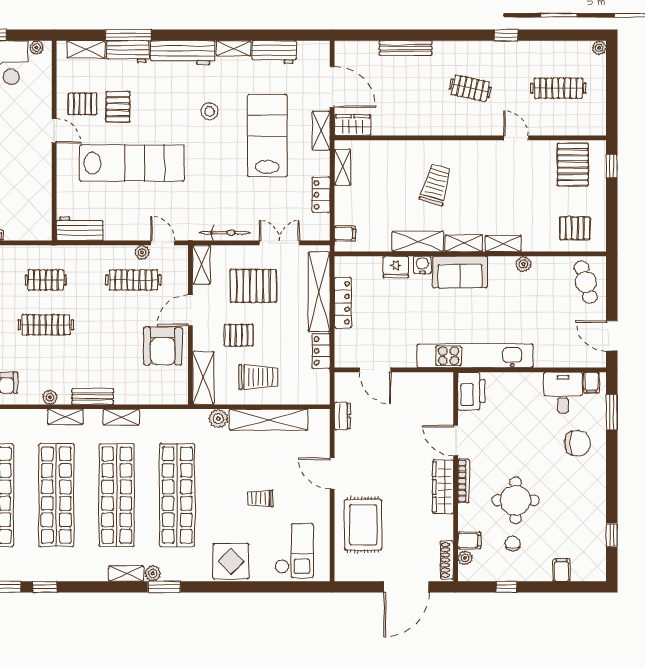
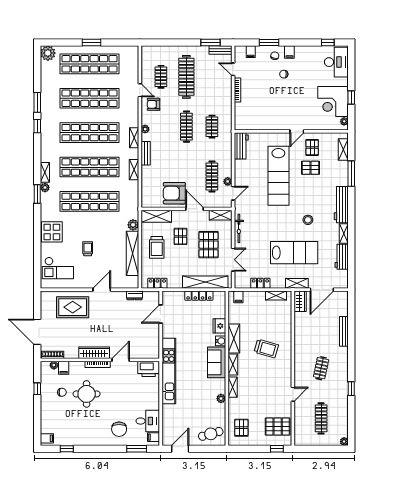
workbench: (128, 52) -> (342, 173), removed
locker: (321, 351) -> (157, 283), moved
filing cabinet: (561, 570) -> (47, 438), moved

